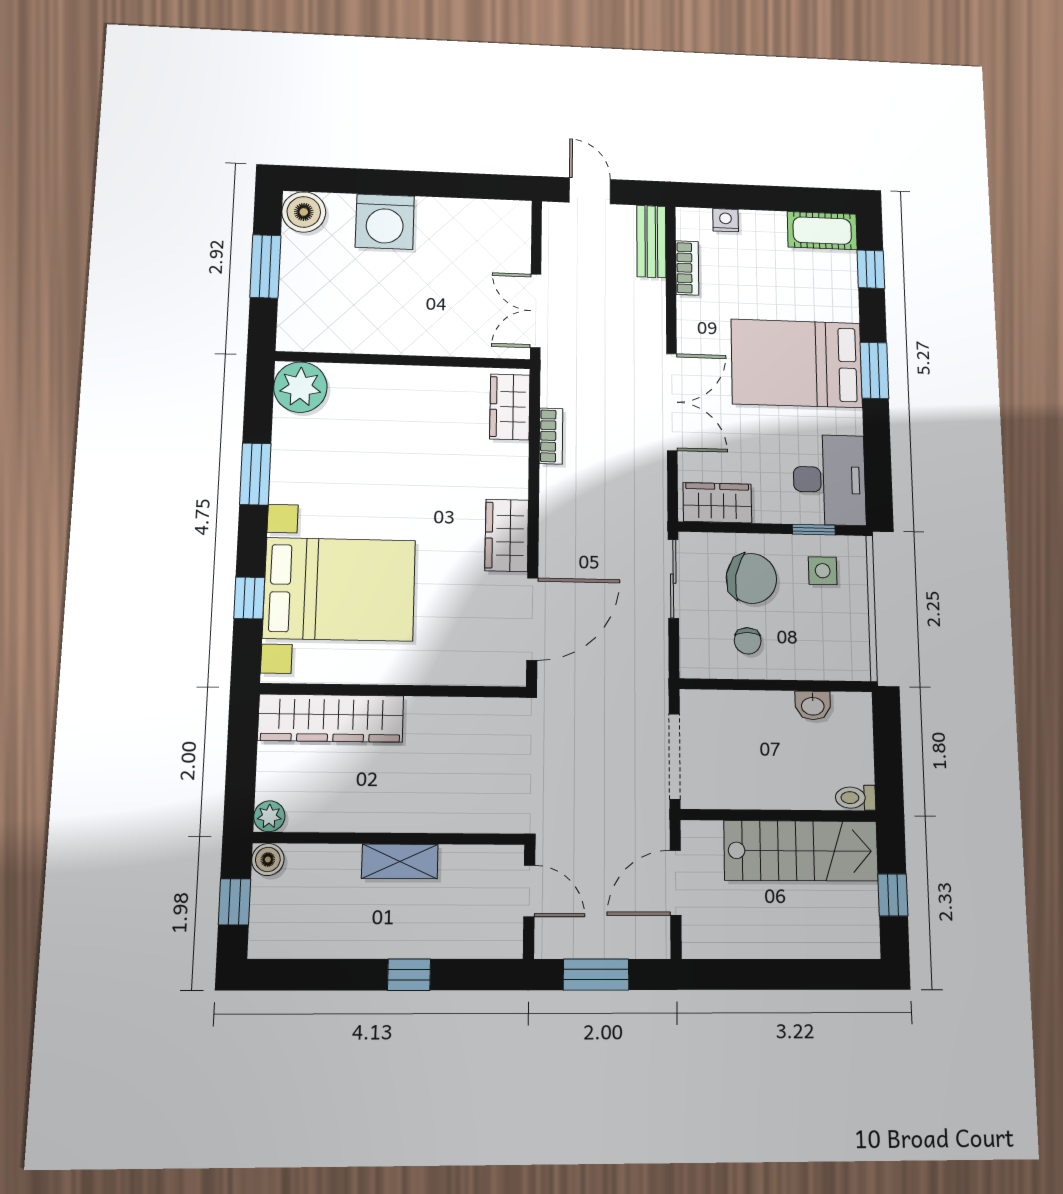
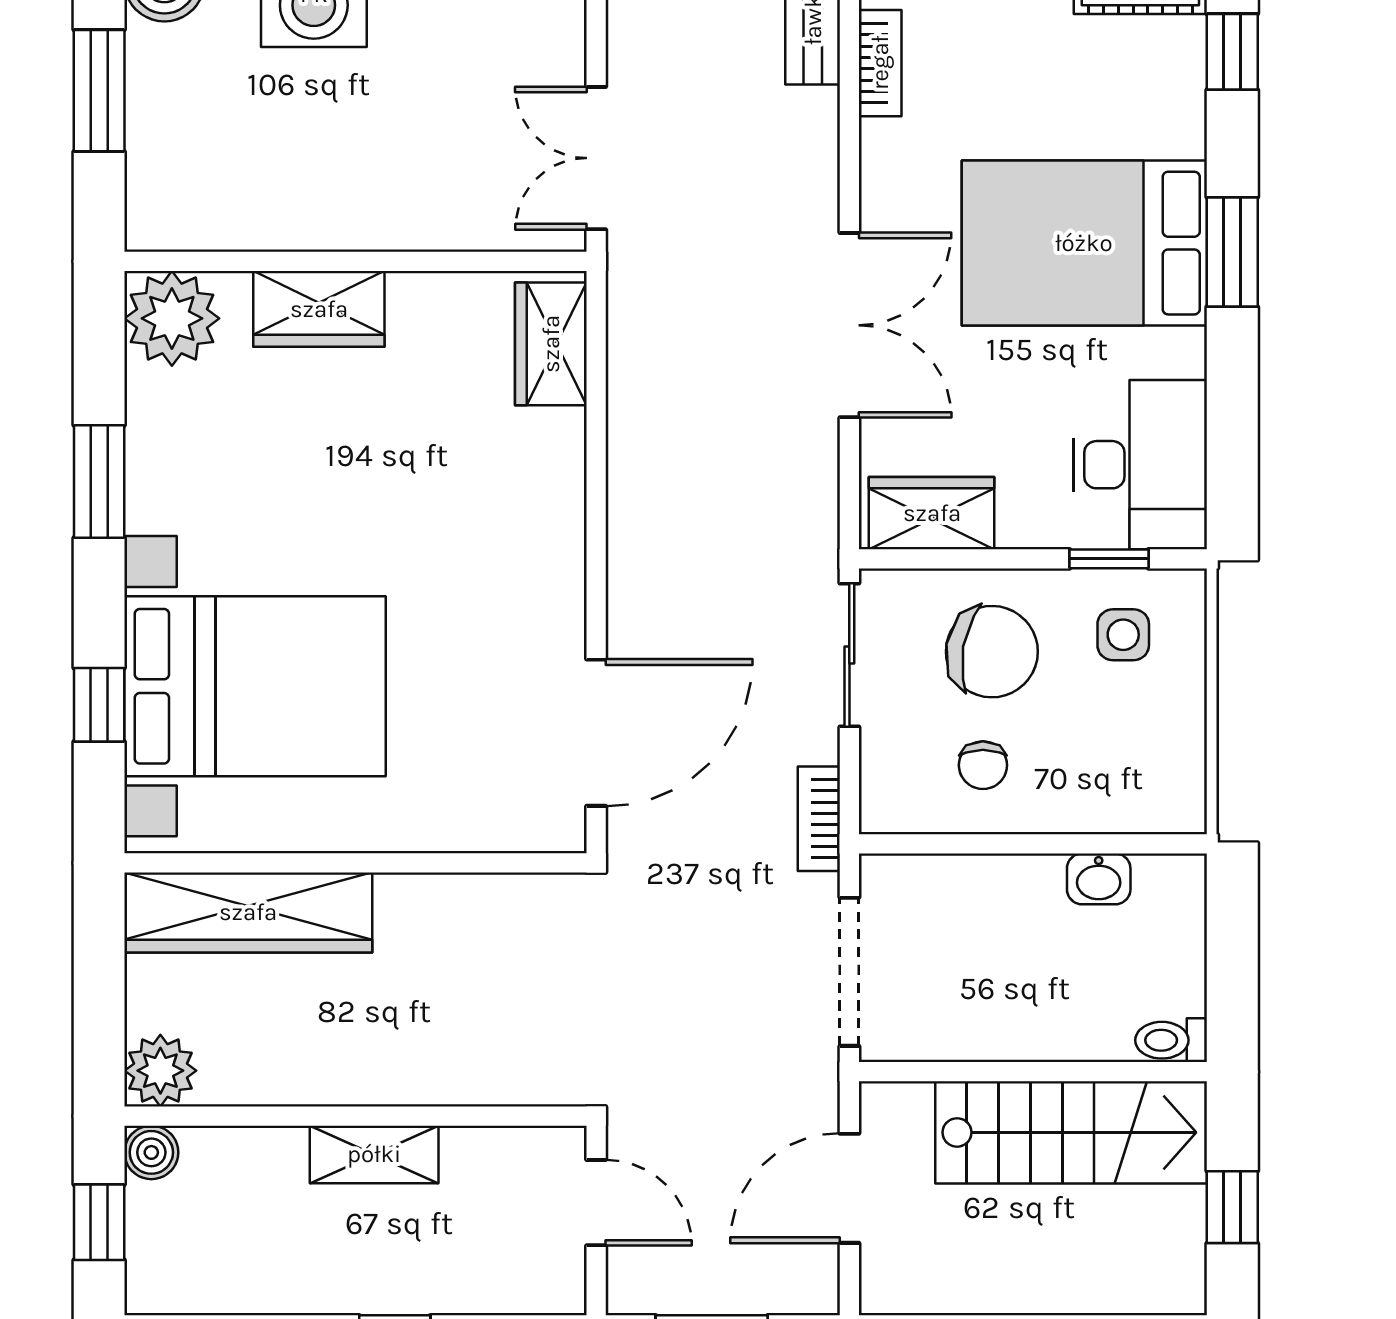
bookcase: (551, 436) -> (819, 819), moved, turned 180
wardrobe: (507, 535) -> (319, 309), moved, turned -90
plant: (269, 816) -> (160, 1071), width x1.38, depth x1.38

